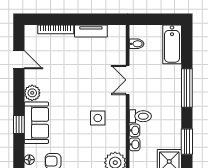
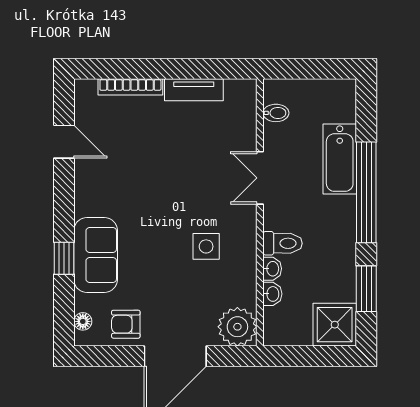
bathtub: (172, 44) -> (340, 159), moved
window: (187, 88) -> (366, 192), width x1.46
plant: (32, 93) -> (88, 201), removed

